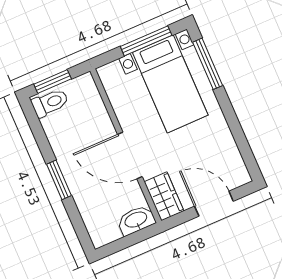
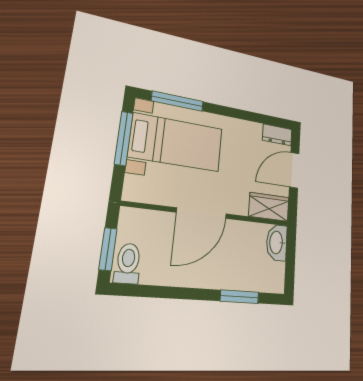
door: (130, 156) -> (202, 213), moved
dresser: (238, 170) -> (277, 135), added
window: (59, 180) -> (240, 297), moved

